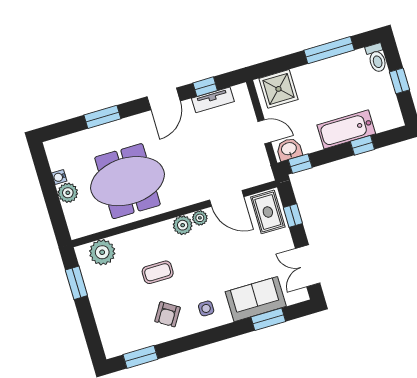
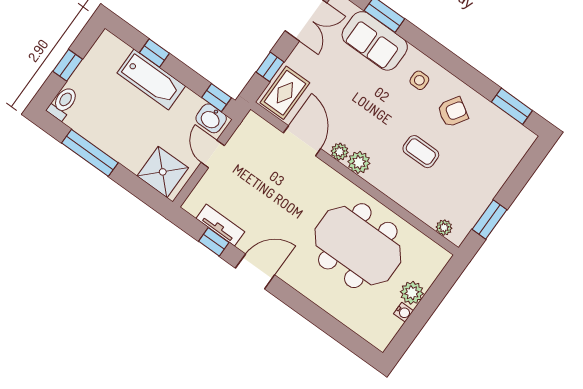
window: (102, 117) -> (316, 316), removed
plant: (102, 252) -> (444, 228), width x0.53, depth x0.53

